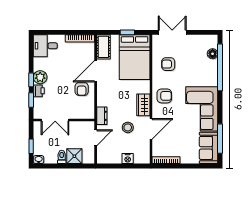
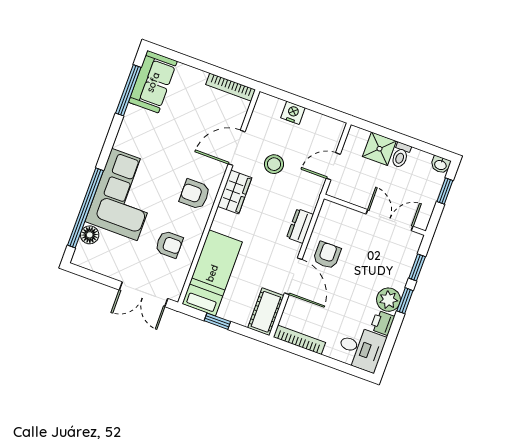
bed: (135, 57) -> (212, 273), width x0.67
door: (96, 71) -> (293, 276), hinge flipped
printer: (39, 91) -> (382, 323), moved
corner sofa: (202, 109) -> (124, 194), moved
dresser: (102, 116) -> (300, 226), moved

